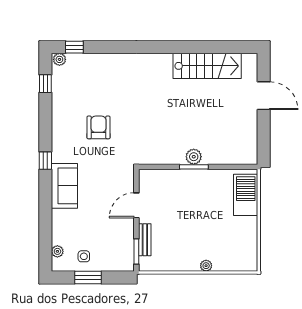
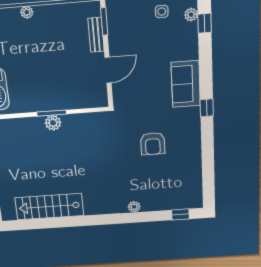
plant: (59, 59) -> (134, 207), moved
window: (45, 84) -> (205, 23), moved

